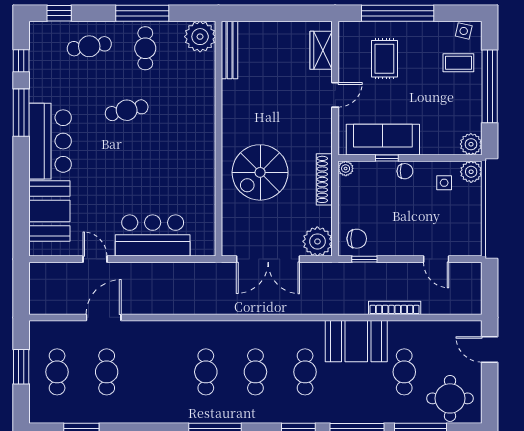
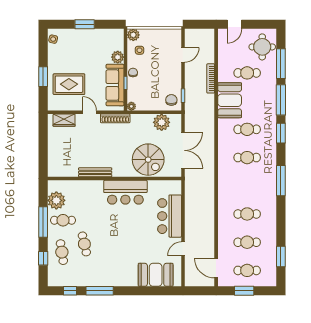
window: (59, 13) -> (43, 258), moved
window: (398, 13) -> (43, 77), width x0.47
plant: (200, 37) -> (56, 200), moved
bench: (230, 50) -> (95, 172), moved
rug: (384, 59) -> (69, 84), width x1.36, depth x1.43
coffee table: (458, 63) -> (71, 42), removed
window: (490, 86) -> (85, 24), width x0.47
cafe table: (127, 110) -> (84, 244), moved
bar counter: (50, 141) -> (125, 192), moved, turned 180
plant: (471, 144) -> (118, 57), moved
spiral stairs: (260, 172) -> (148, 160), moved
shoe rack: (324, 179) -> (115, 118), moved
plant: (317, 241) -> (162, 122), moved
door: (104, 317) -> (216, 268), moved
cafe table: (206, 372) -> (247, 214), moved

